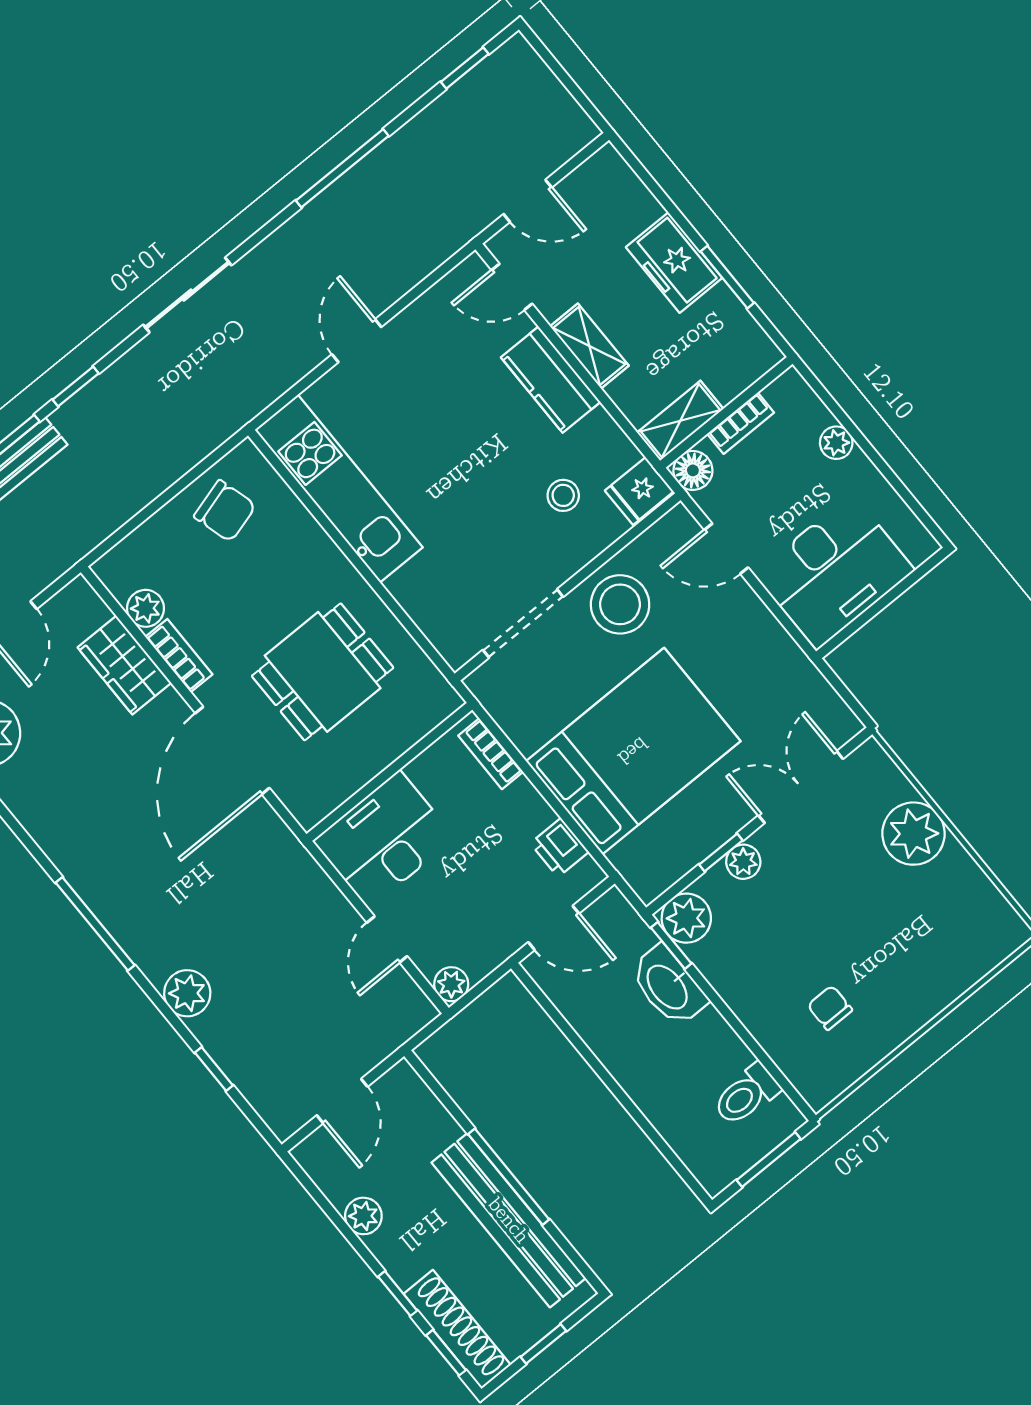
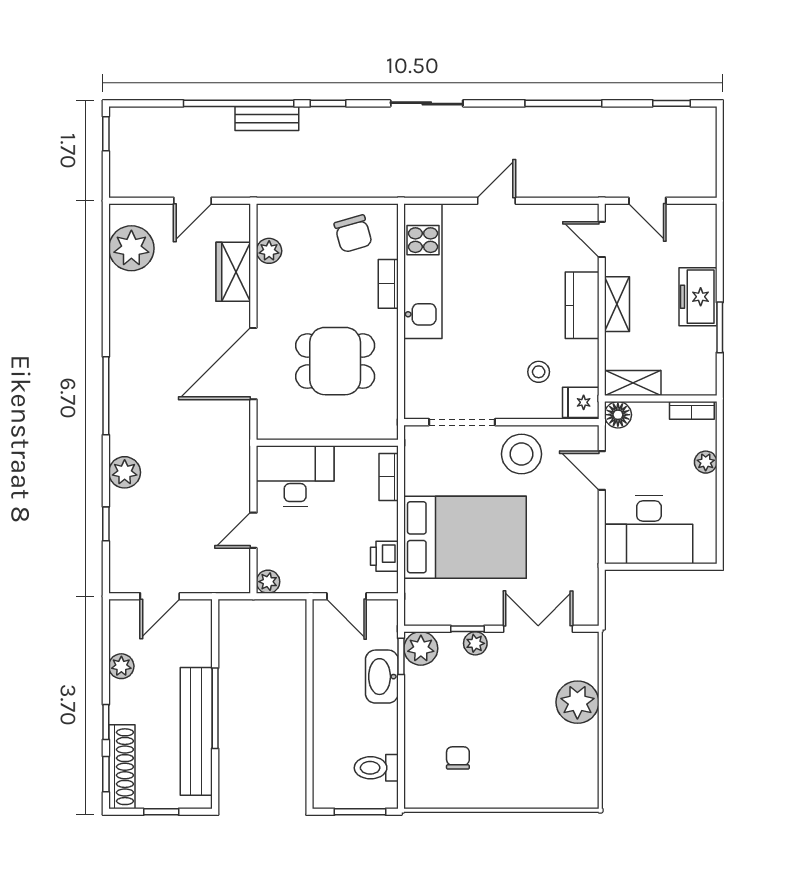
bookcase: (741, 423) -> (692, 410), moved
bookcase: (179, 656) -> (388, 284), moved, turned 180

